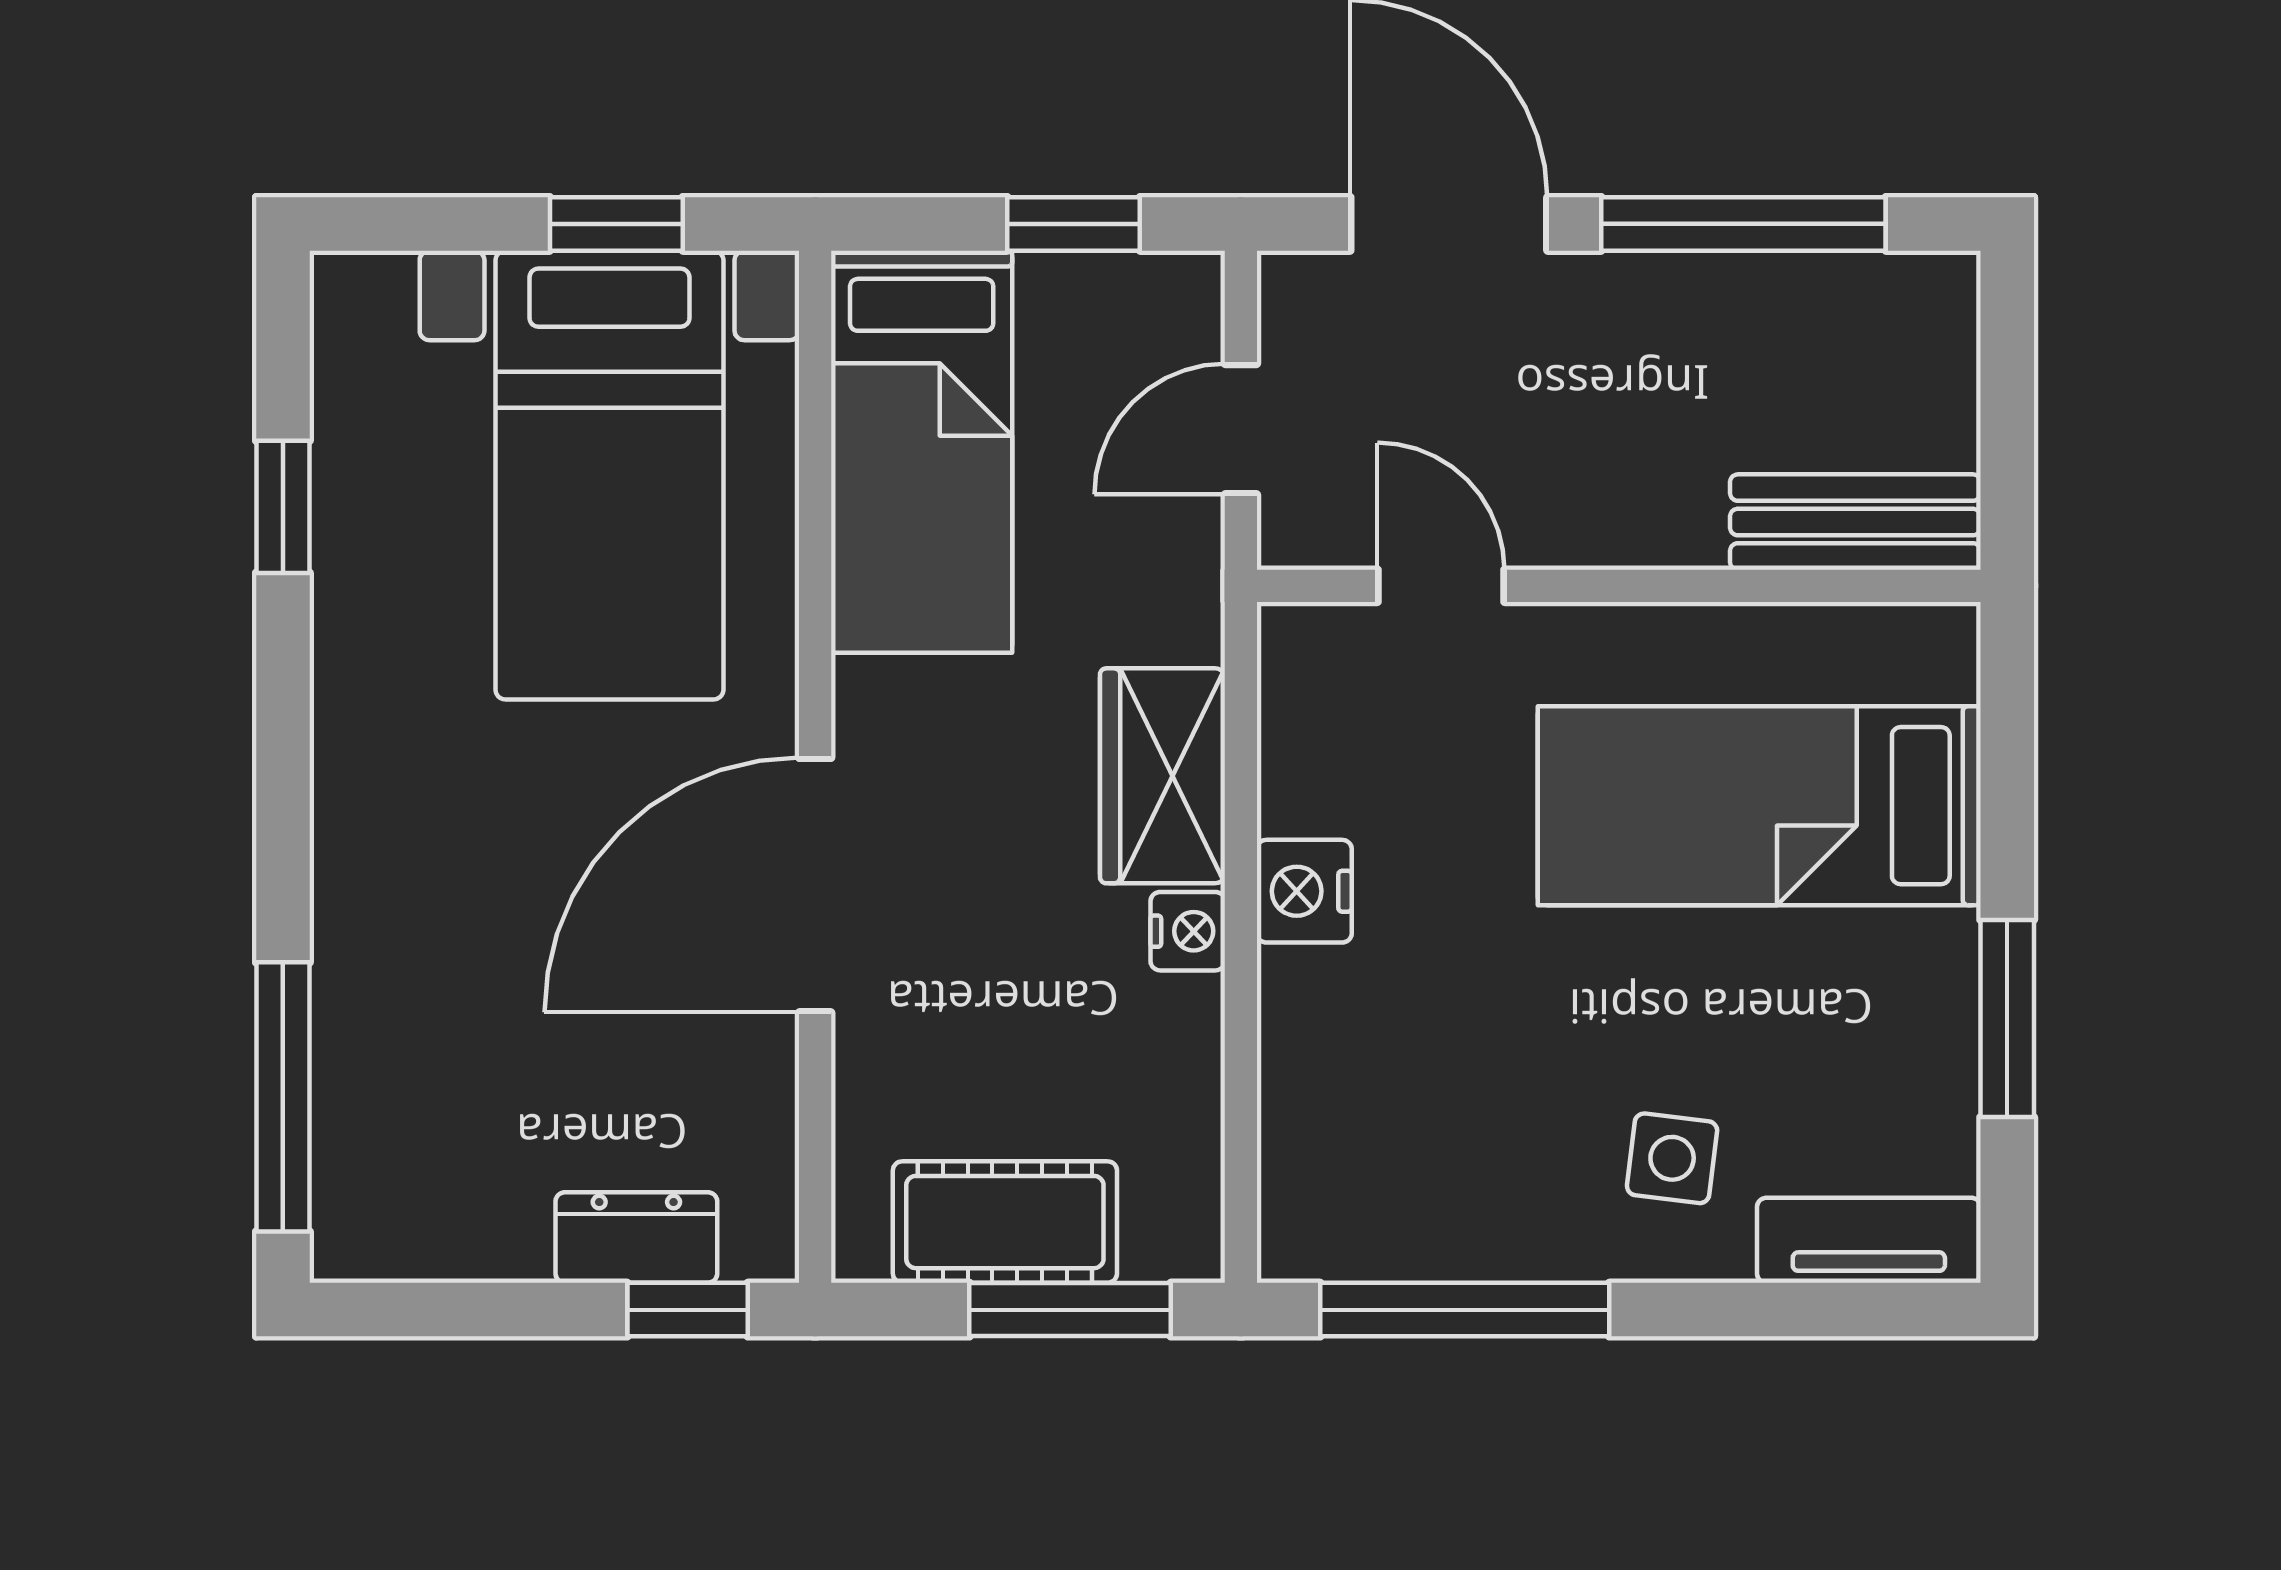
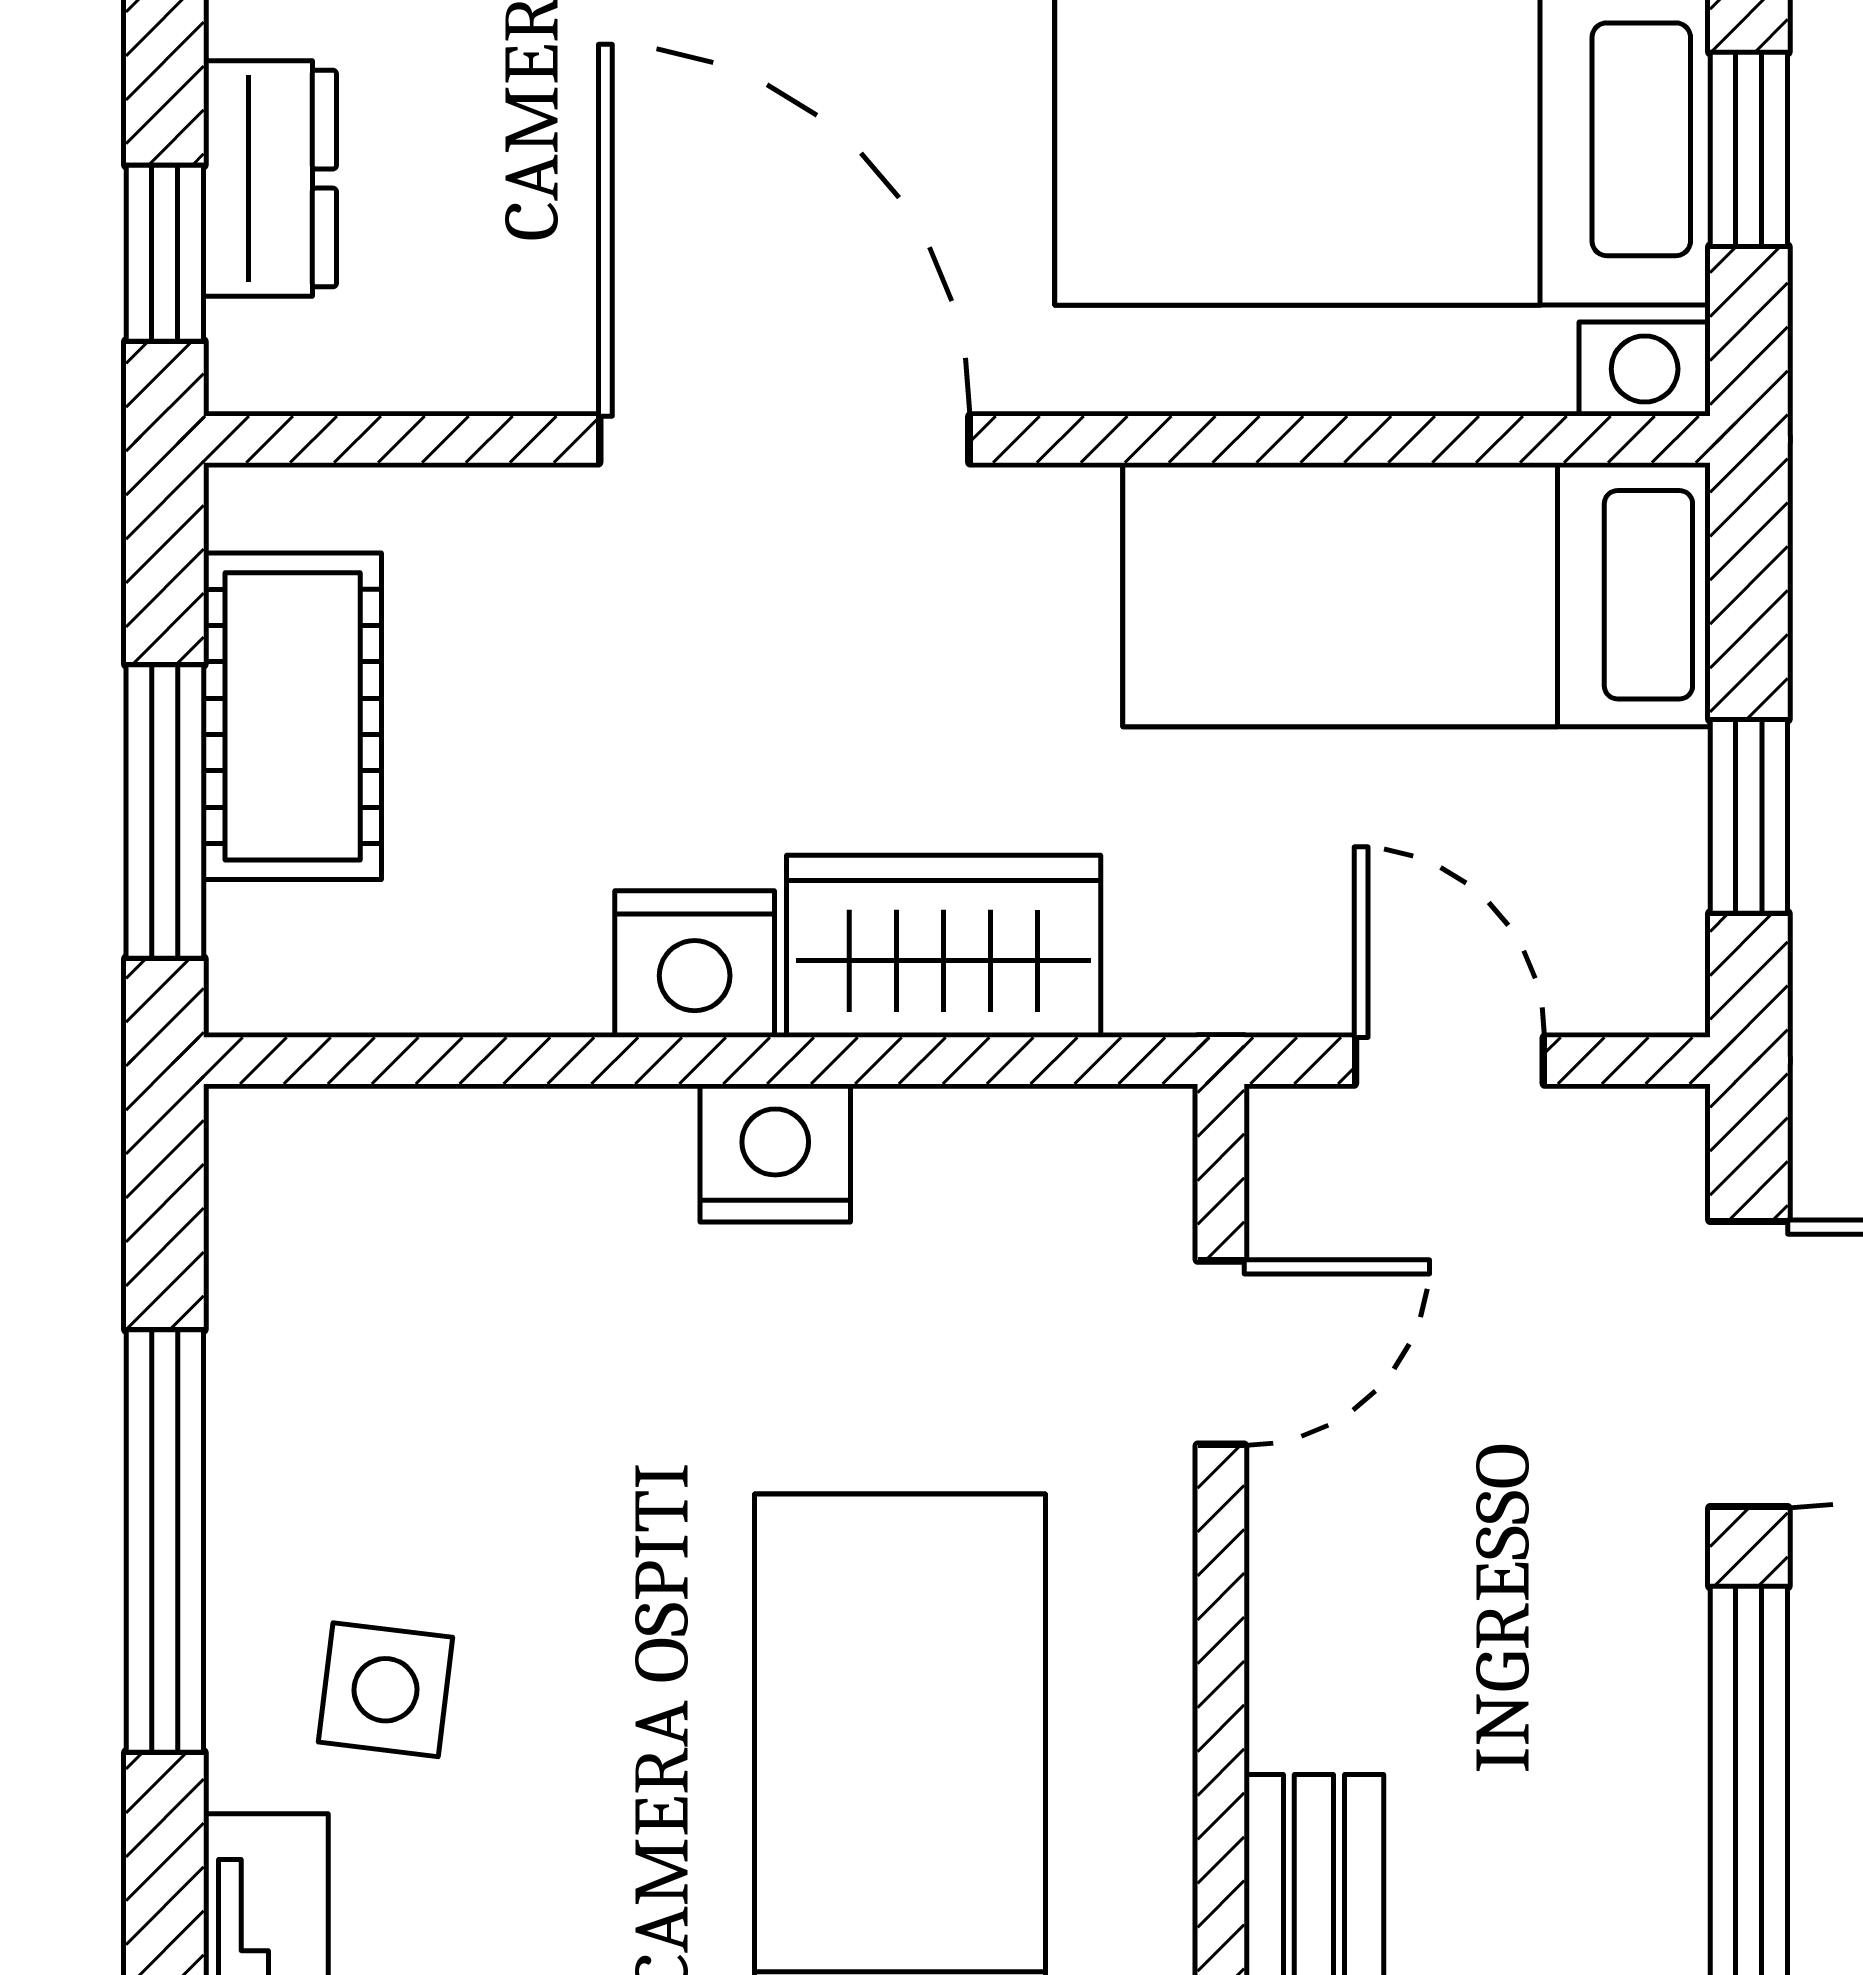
nightstand: (1188, 931) -> (695, 964), width x1.39, depth x1.35
window: (1465, 1310) -> (165, 1541), moved

